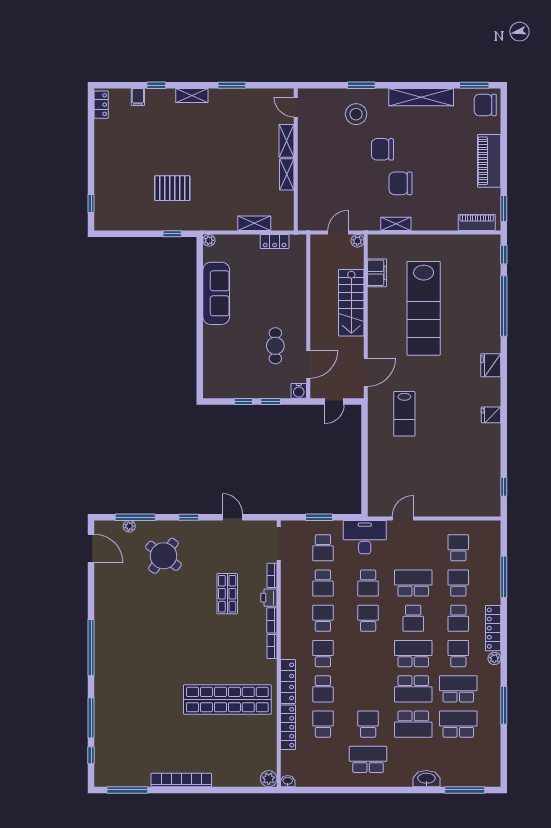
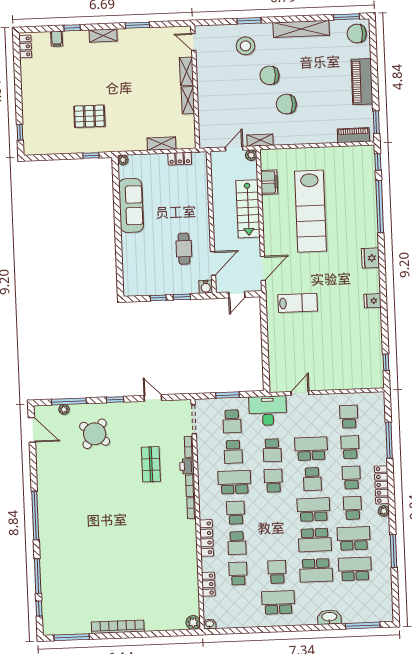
shelving: (396, 224) -> (260, 140), moved
lab bench: (404, 414) -> (298, 303), turned -90
school desk: (323, 618) -> (234, 482), width x1.85
school desk: (458, 618) -> (351, 478), turned 180
shop shelf: (227, 700) -> (155, 556), removed
locker: (288, 727) -> (208, 584), width x0.66

